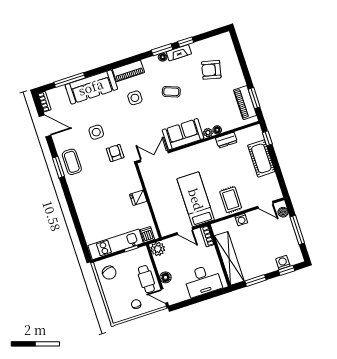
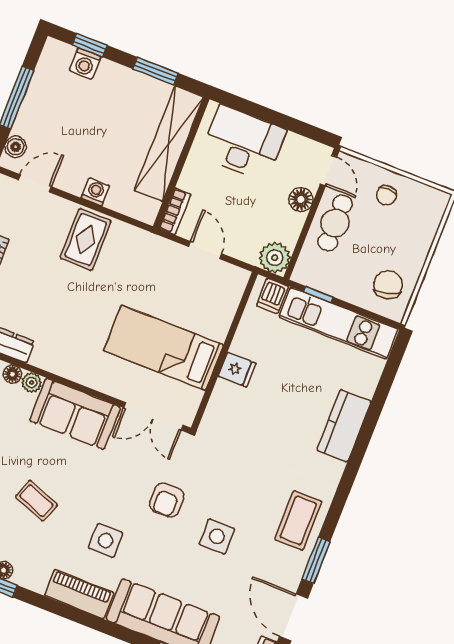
armchair: (115, 153) -> (167, 500), moved
window: (59, 167) -> (316, 560), moved
bed: (196, 199) -> (164, 348), moved, turned 90
door: (265, 205) -> (35, 183), hinge flipped
kitchen counter: (83, 209) -> (344, 426), added

